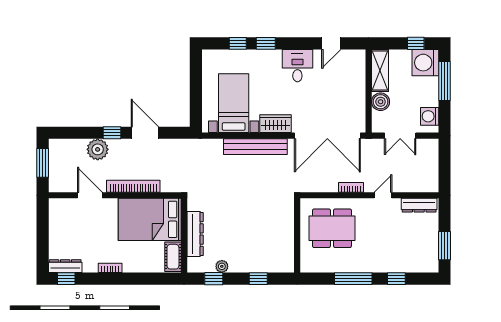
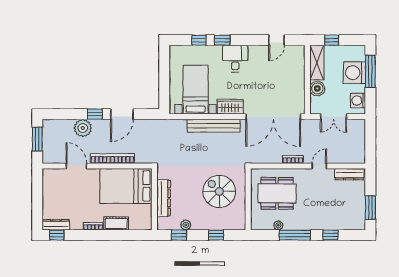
window: (416, 43) -> (332, 40), moved
washing machine: (425, 63) -> (354, 73), moved
desk: (297, 66) -> (235, 59), moved
door: (145, 133) -> (122, 114), swing flipped
spiral stairs: (262, 226) -> (219, 191), added
cot: (173, 257) -> (116, 223), moved, turned 90
plant: (333, 267) -> (278, 225), added

